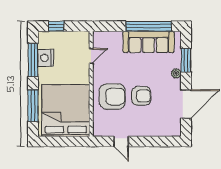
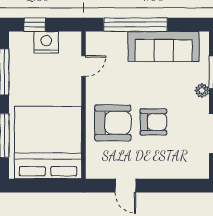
window: (149, 26) -> (135, 25), moved
nightstand: (46, 58) -> (46, 42), moved, turned 90

